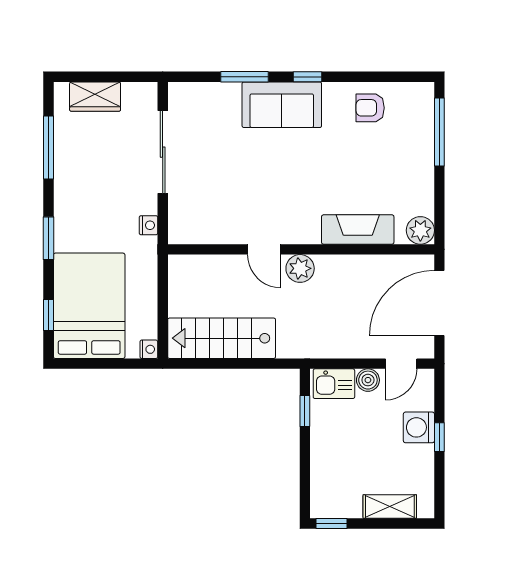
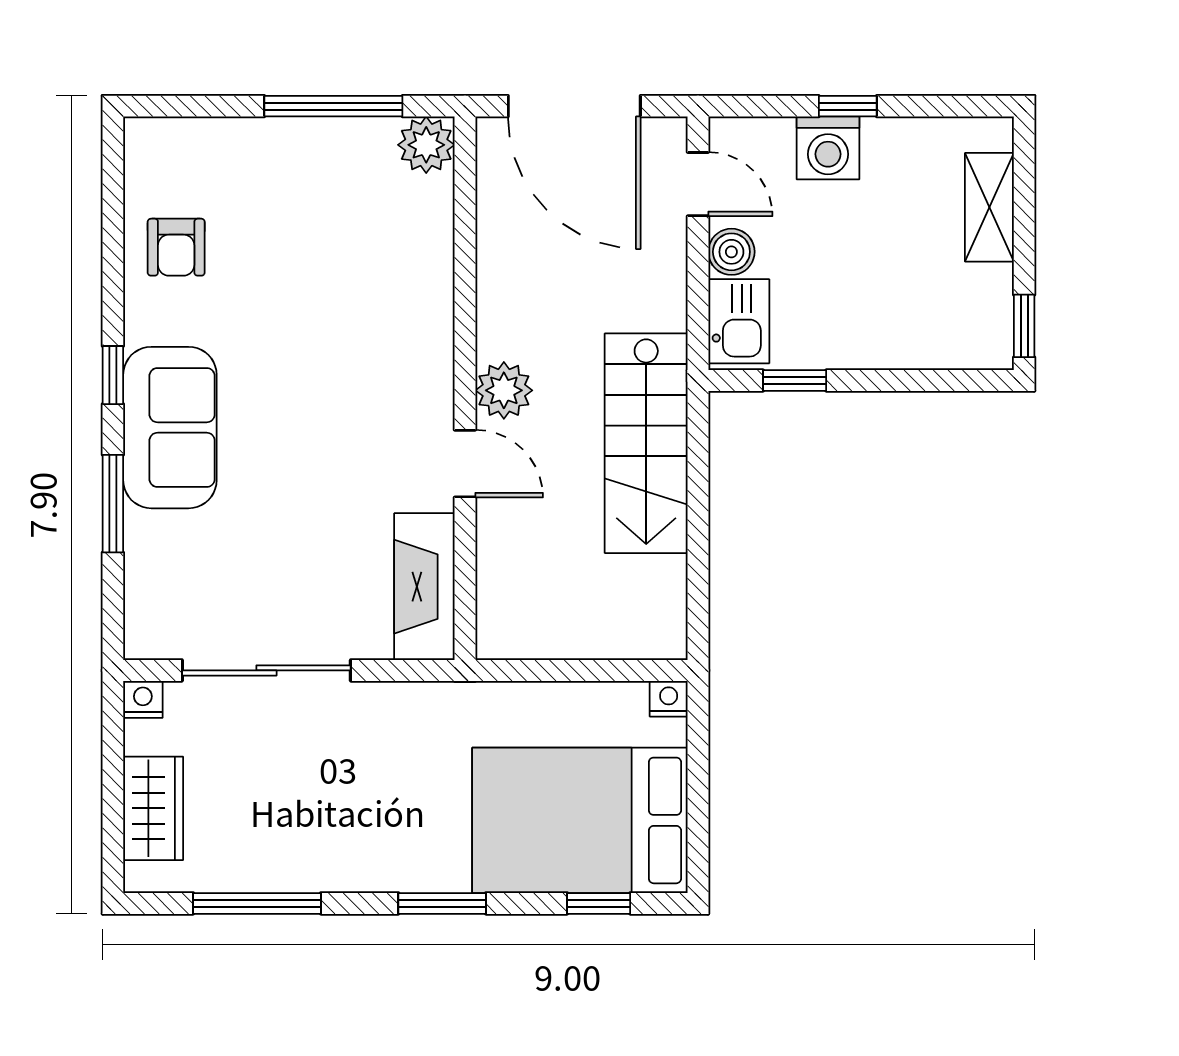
window: (439, 132) -> (333, 106), moved
nightstand: (148, 225) -> (143, 699), moved
fireplace: (358, 230) -> (424, 587), moved
door: (264, 249) -> (465, 464), hinge flipped
stairs: (222, 338) -> (646, 443), moved

